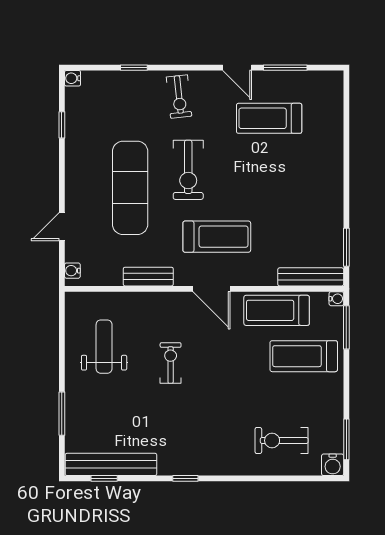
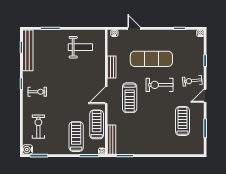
door: (237, 68) -> (205, 96), moved
exercise bike: (171, 363) -> (37, 92), moved

